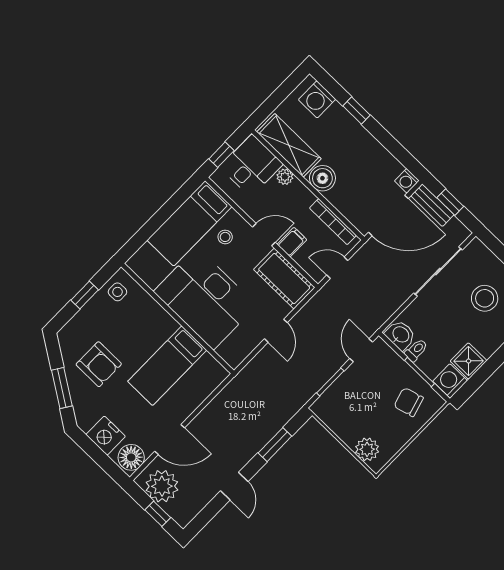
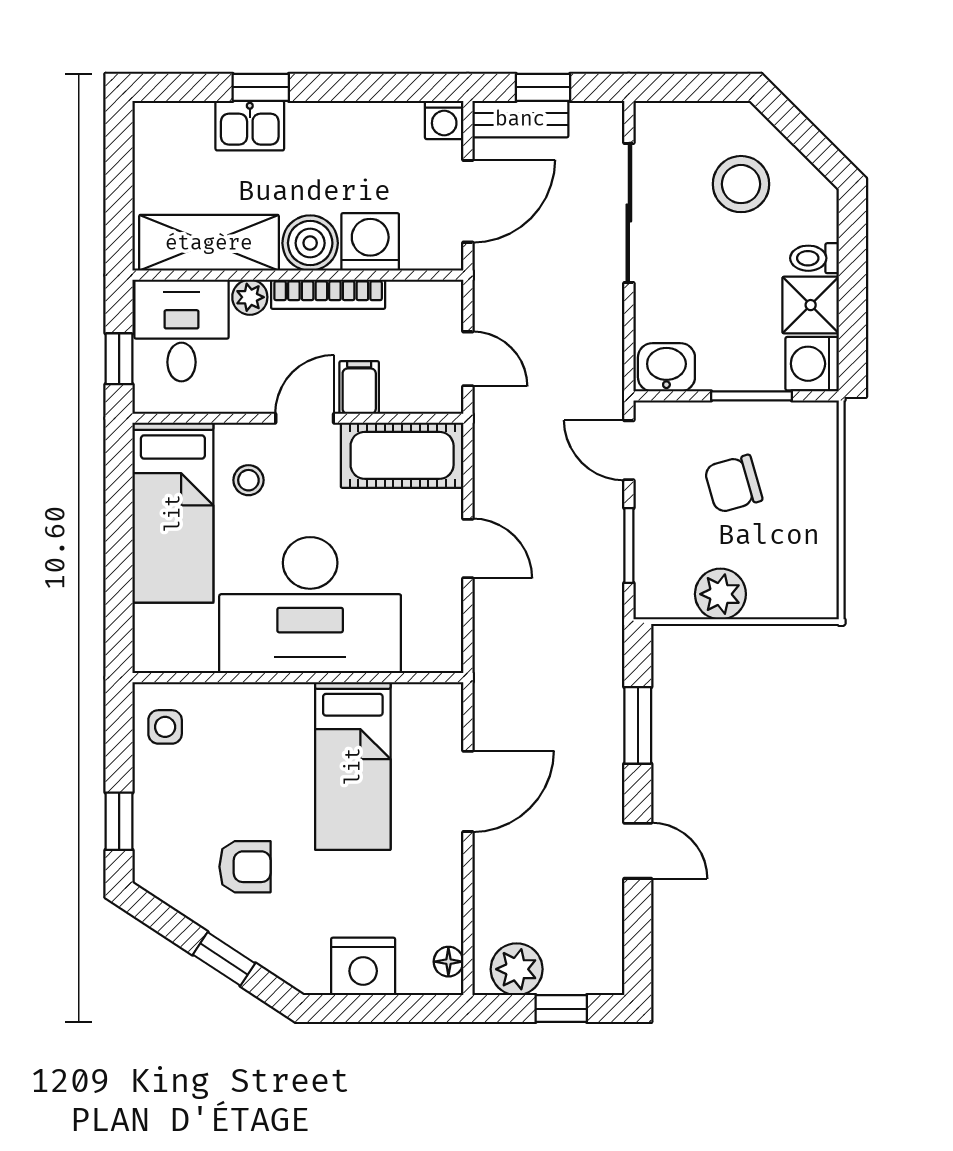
washing machine: (317, 99) -> (370, 242), moved, turned 180
kitchen sink: (340, 120) -> (250, 126), added
door: (388, 215) -> (468, 201), width x0.73
bookcase: (333, 222) -> (328, 294), moved
door: (337, 268) -> (468, 359), swing flipped
window: (85, 295) -> (119, 821), moved
toilet: (416, 350) -> (815, 258), moved, turned -90
armchair: (99, 364) -> (245, 867), width x0.72, depth x0.72
window: (62, 388) -> (224, 959), width x0.67
chair: (409, 402) -> (733, 484), moved
door: (170, 439) -> (468, 791), moved
plant: (367, 449) -> (720, 594), moved
floor lamp: (131, 457) -> (448, 962), width x0.53, depth x0.53
plant: (162, 486) -> (517, 969), width x0.73, depth x0.73

